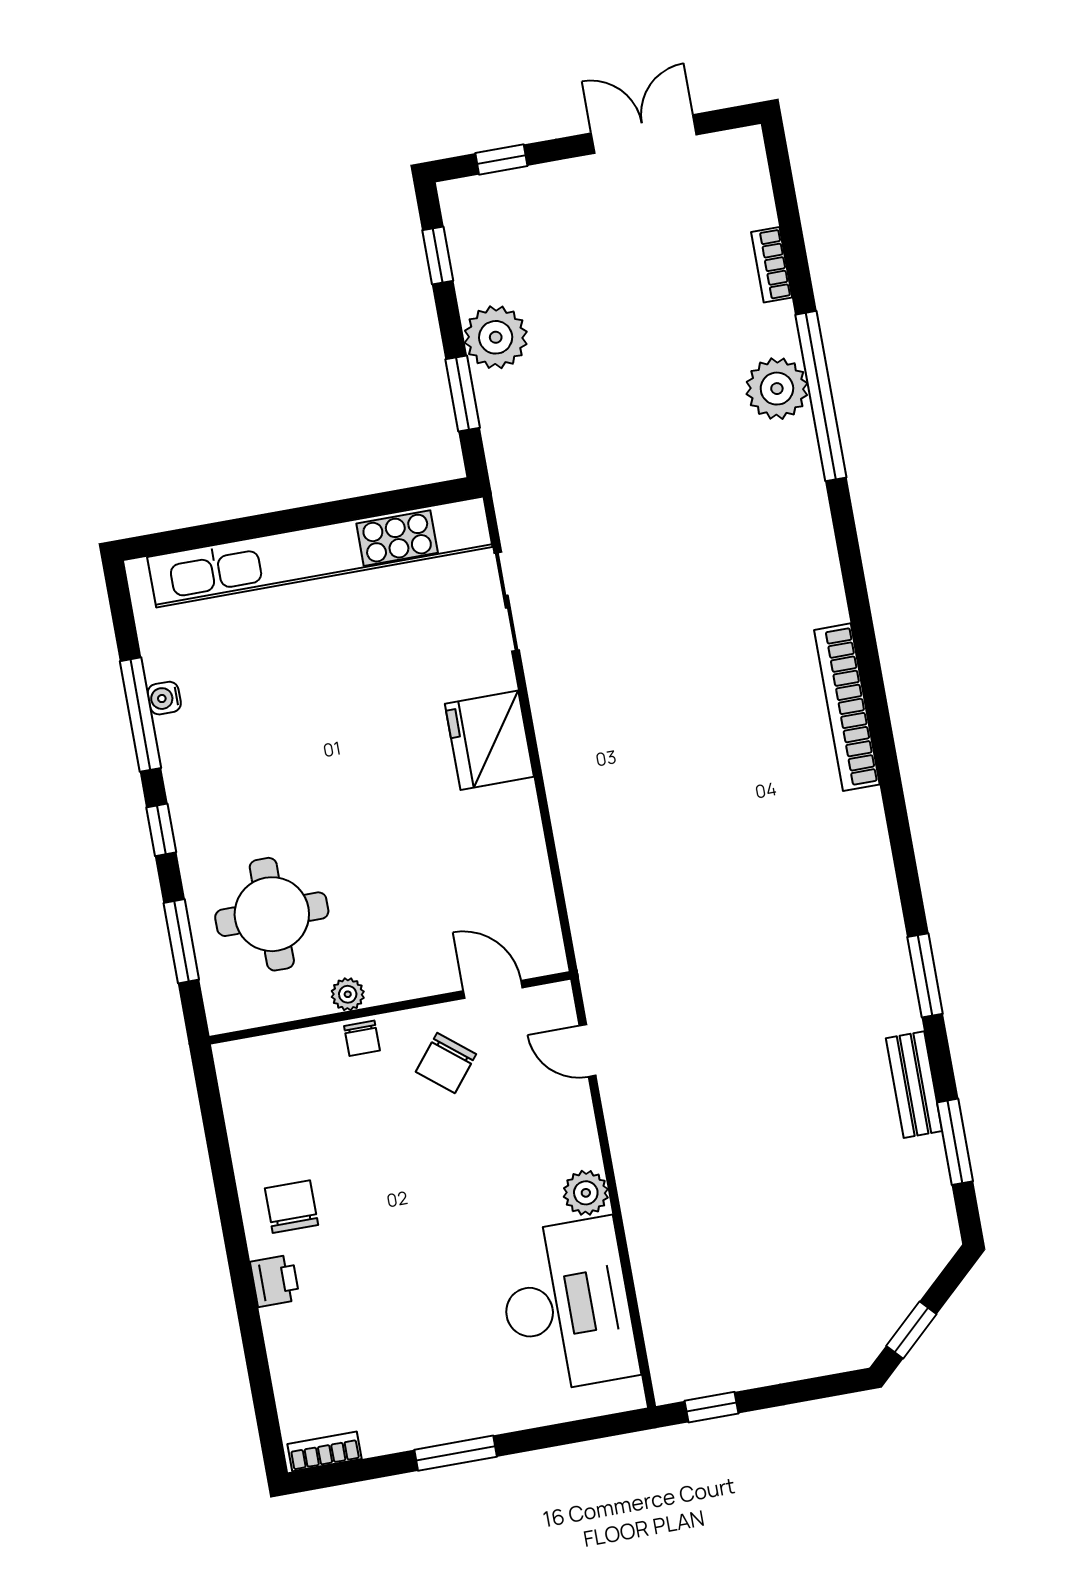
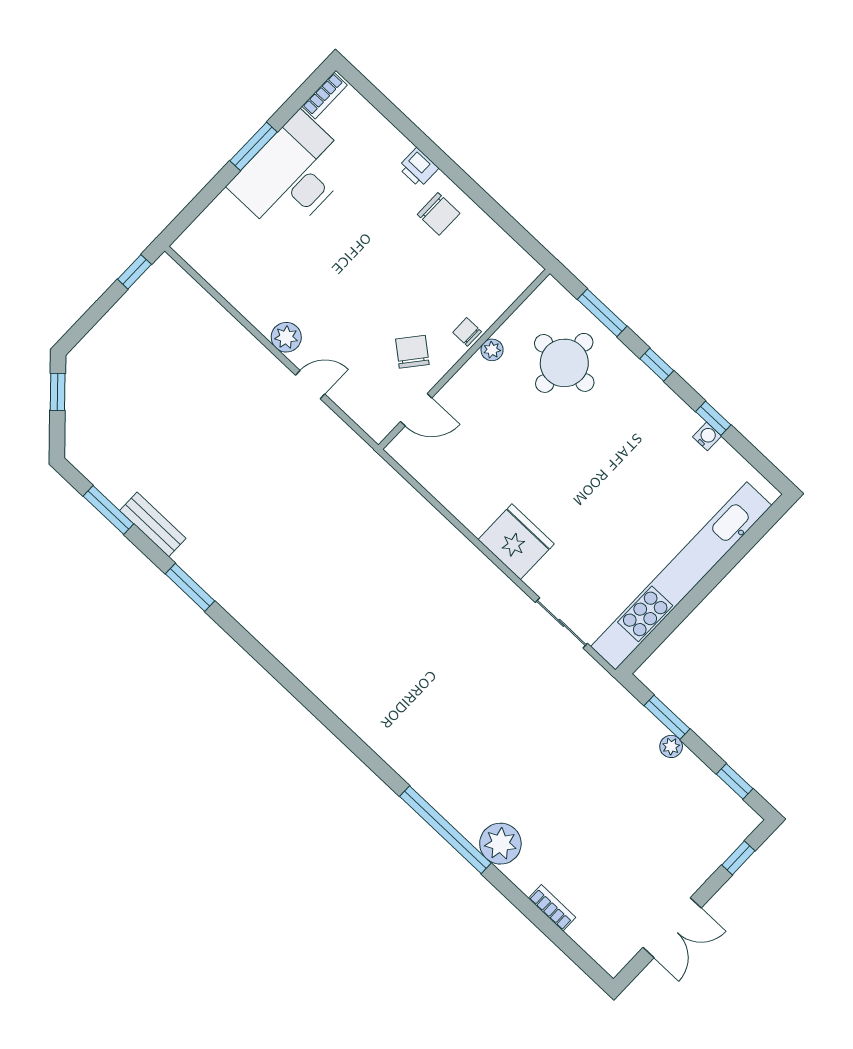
plant: (496, 337) -> (671, 746), width x0.53, depth x0.53
window: (821, 396) -> (445, 830), moved
bookcase: (847, 707) -> (337, 700), removed
window: (140, 715) -> (713, 418), width x0.46
door: (587, 1051) -> (310, 385), moved
desk: (567, 1305) -> (292, 175), moved, turned 90

